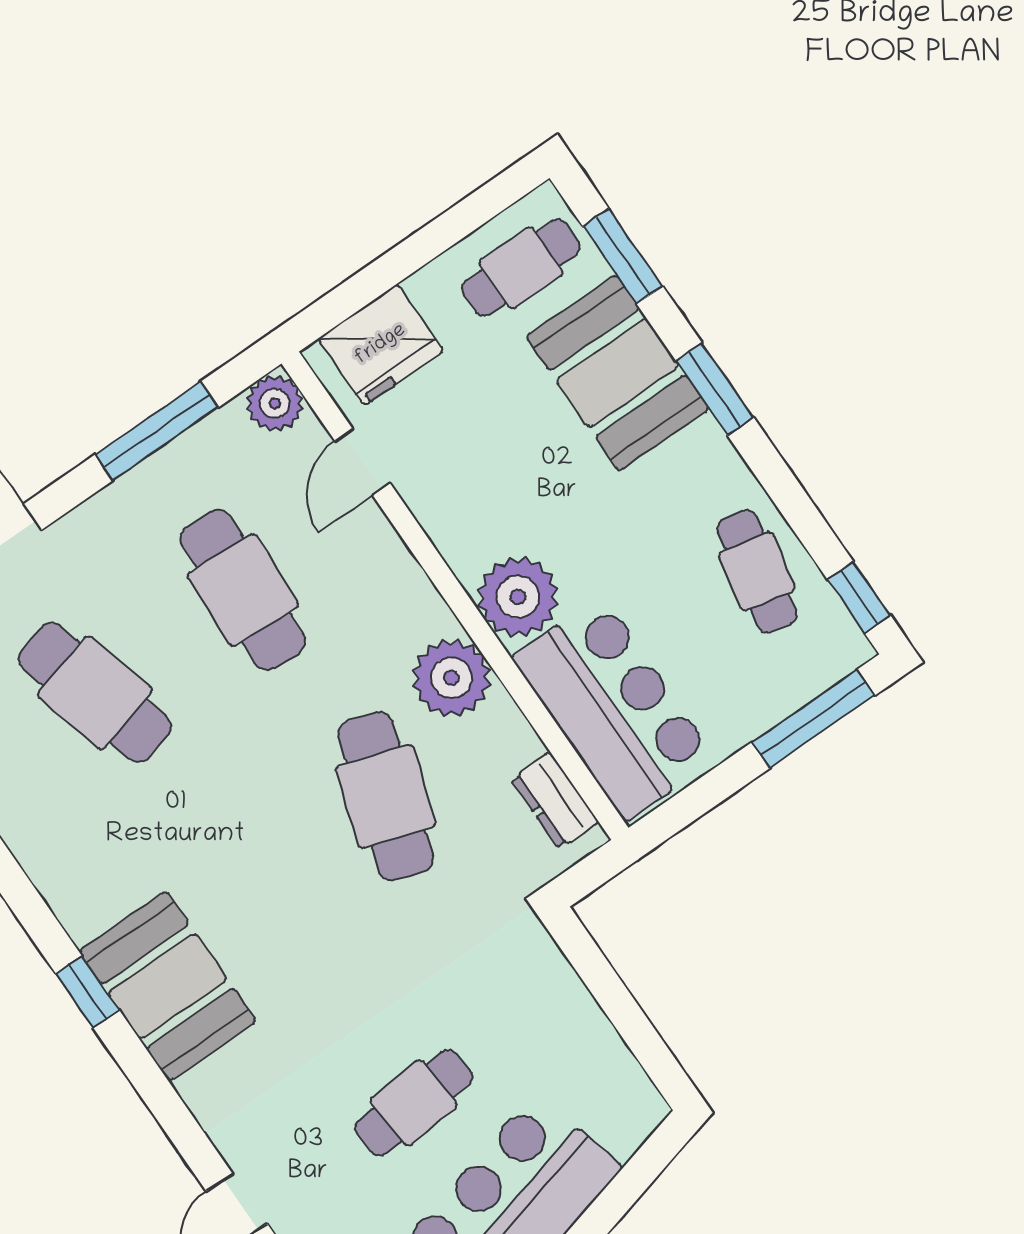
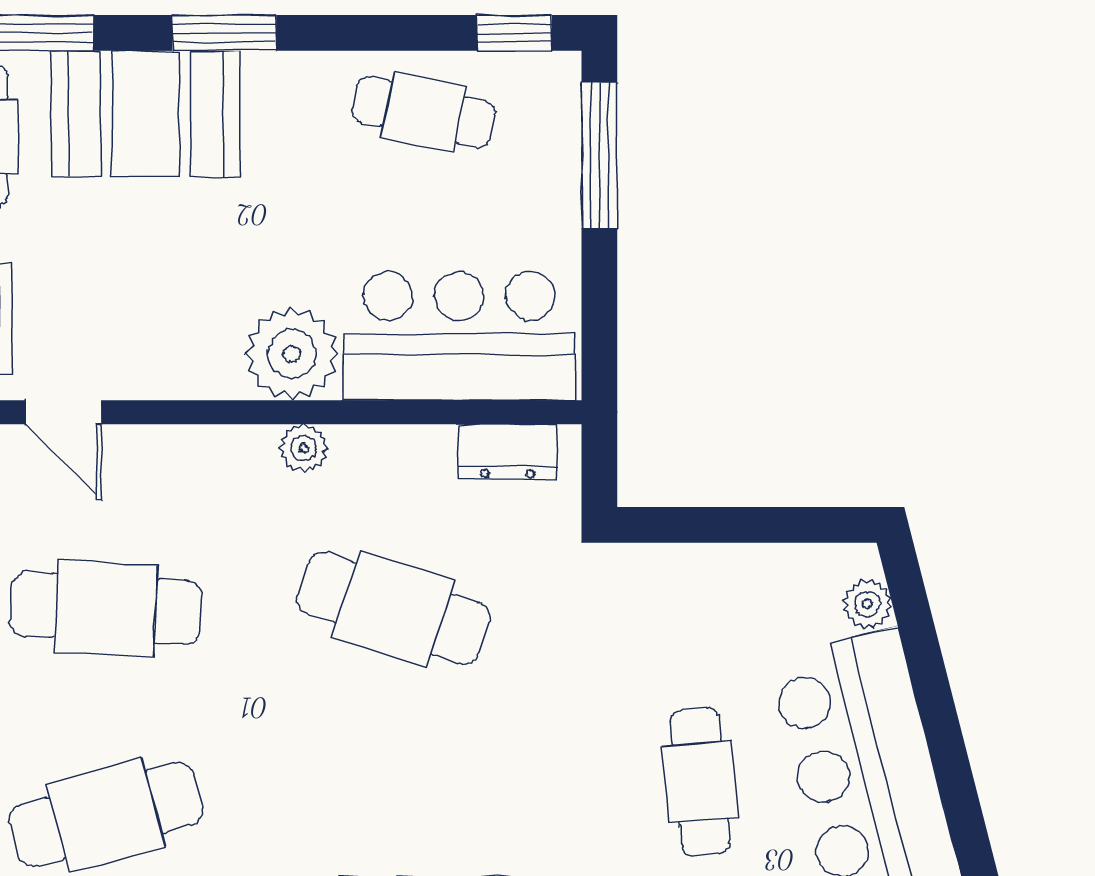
plant: (452, 678) -> (304, 448), width x0.53, depth x0.53
plant: (624, 1134) -> (867, 604), added

